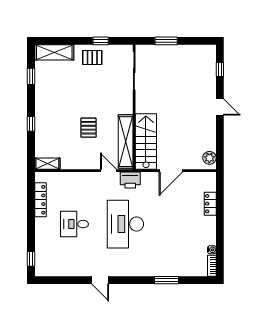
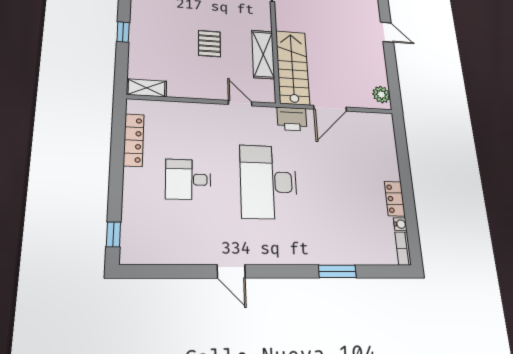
shelving: (126, 142) -> (263, 54), width x0.68
printer: (130, 180) -> (292, 119), moved
locker: (210, 204) -> (395, 199), moved

